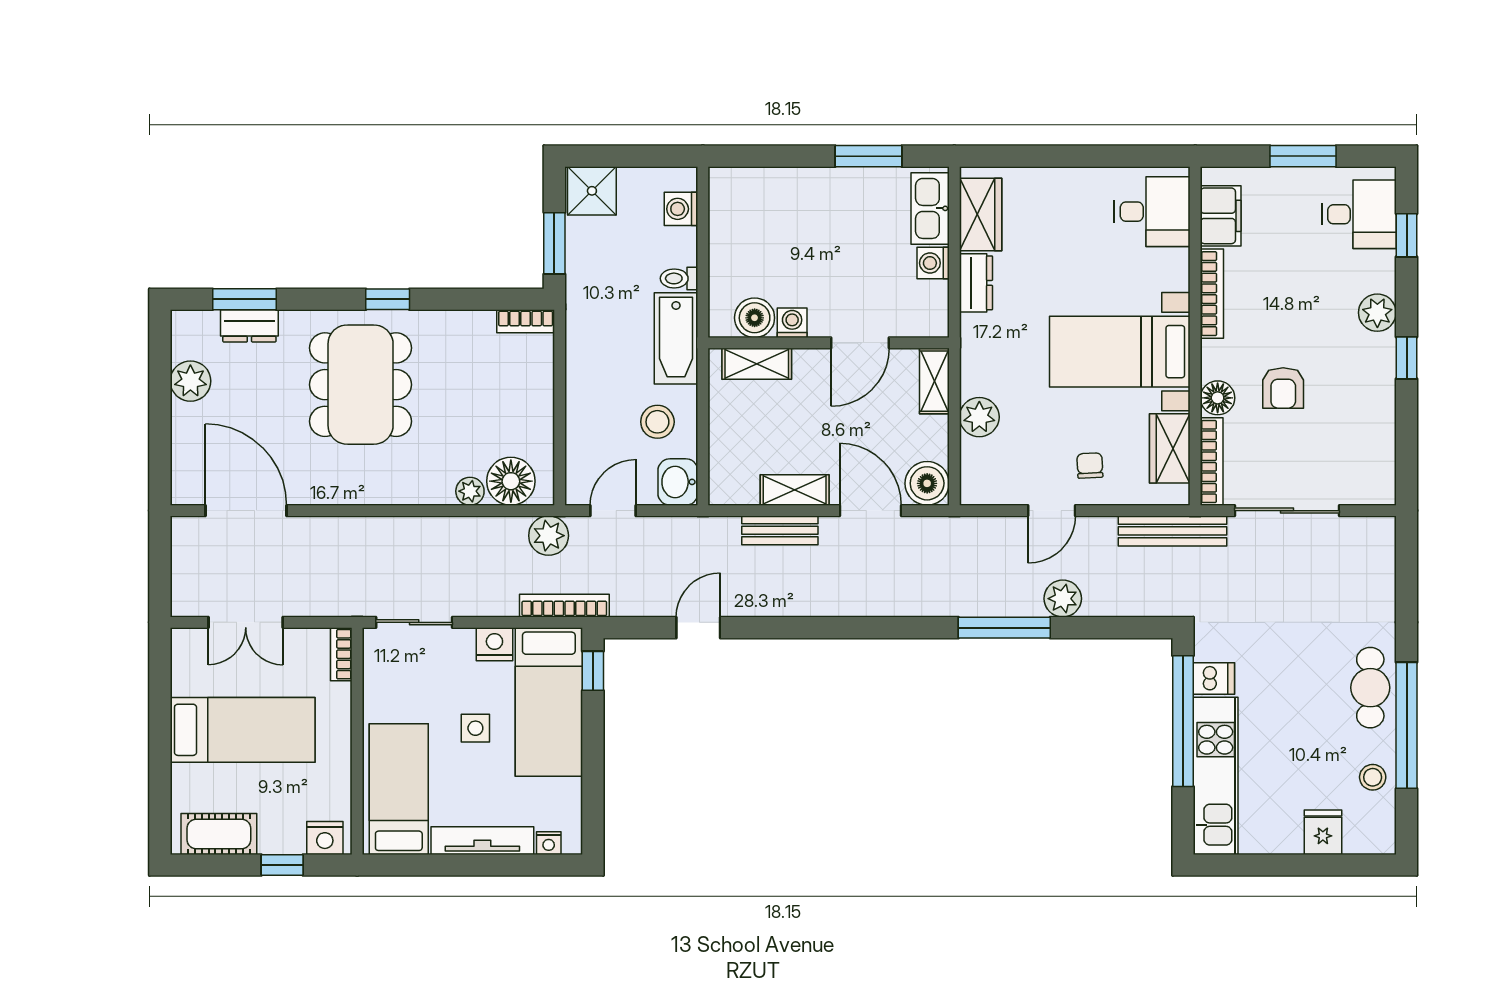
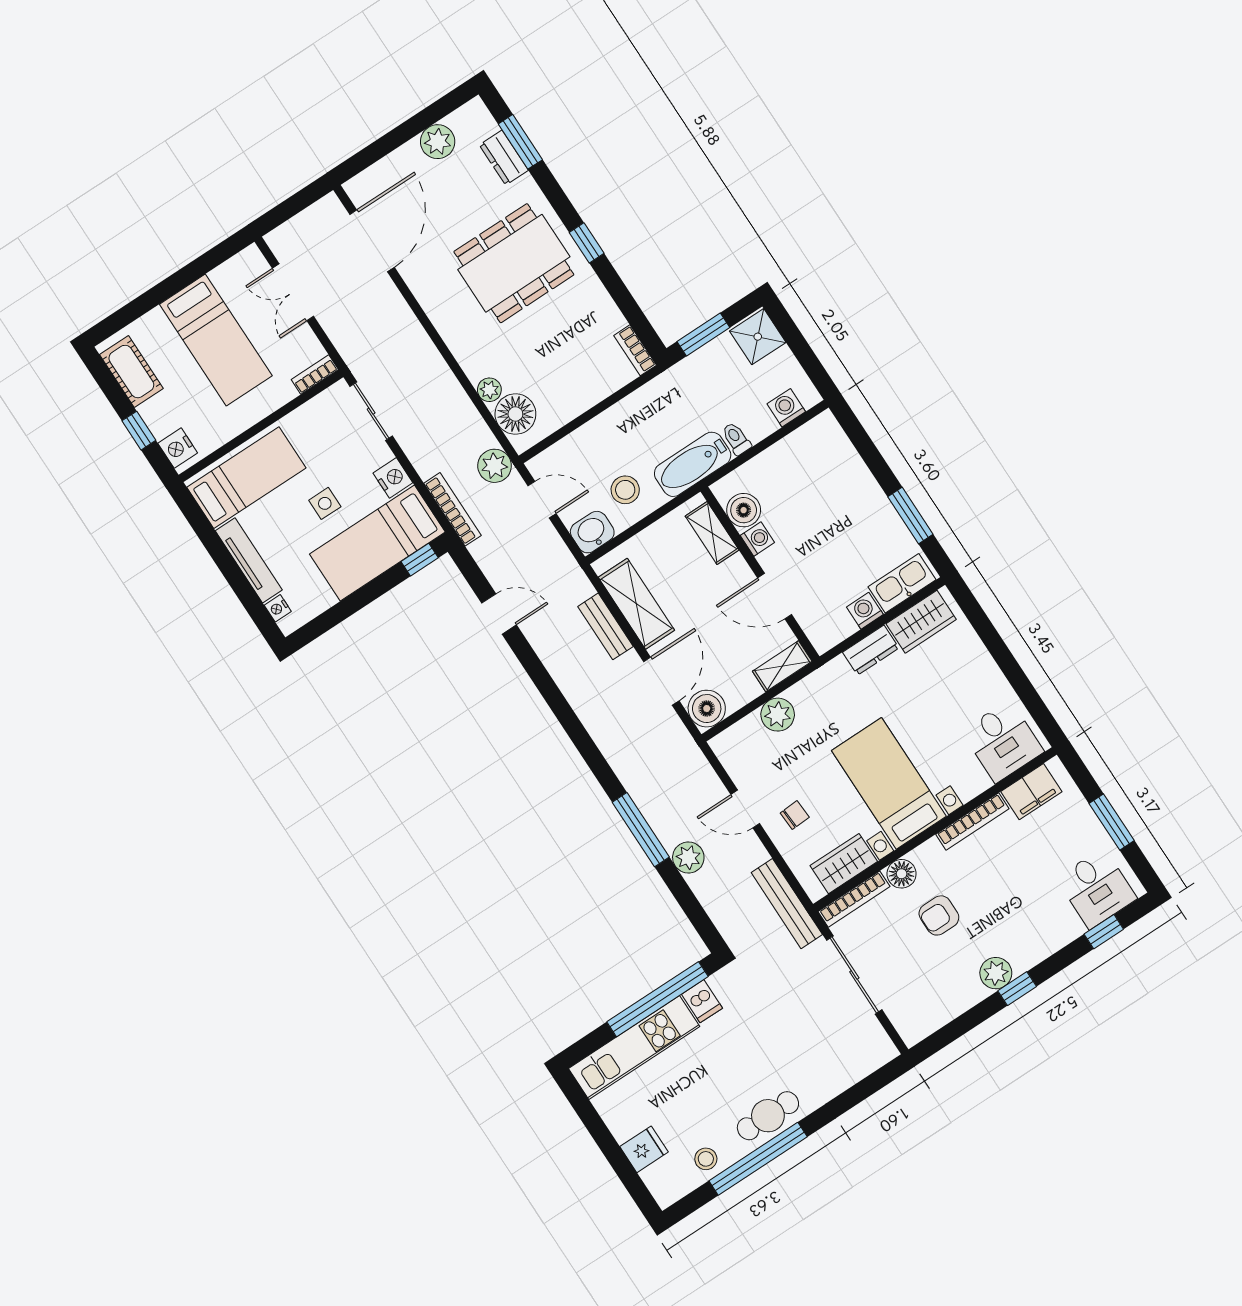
plant: (1377, 313) -> (996, 973), moved
shelving: (795, 490) -> (636, 604), width x1.50, depth x1.33

